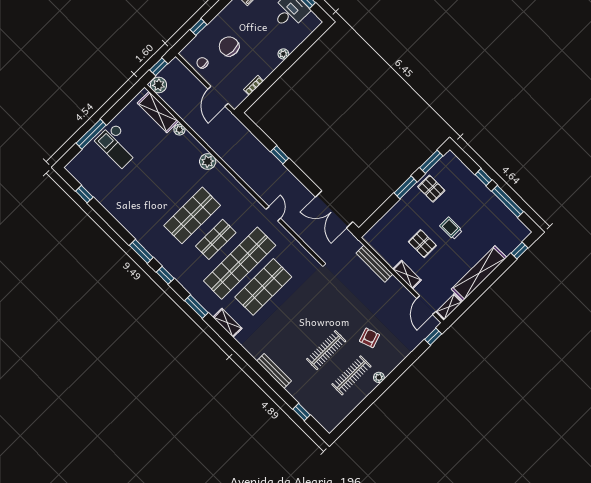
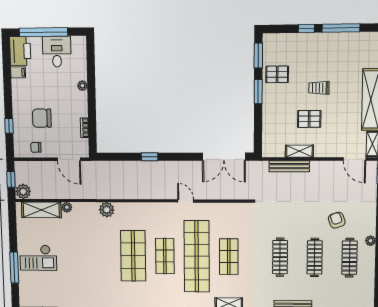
shelving: (407, 275) -> (299, 151), moved
shop shelf: (263, 287) -> (229, 257), width x0.70, depth x0.74
clothes rail: (301, 325) -> (280, 257), added

